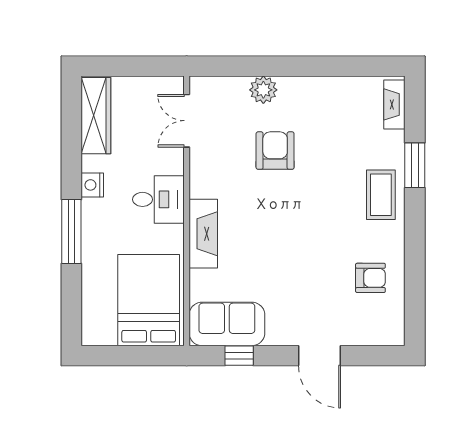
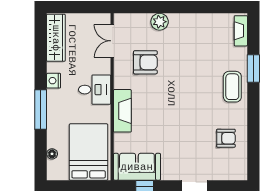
armchair: (275, 151) -> (145, 62), moved, turned 90
floor lamp: (90, 303) -> (52, 154), added

